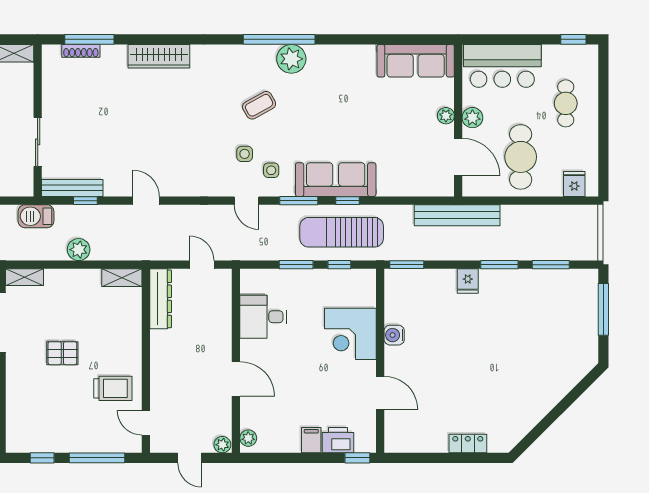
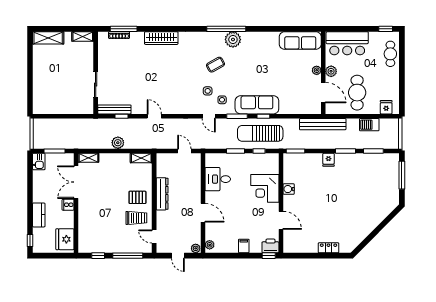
cafe table: (566, 103) -> (390, 54), moved
barbecue: (36, 216) -> (369, 125), moved
dresser: (161, 299) -> (162, 194), moved
pallet: (62, 353) -> (137, 197), moved
printer: (338, 440) -> (270, 246), moved

